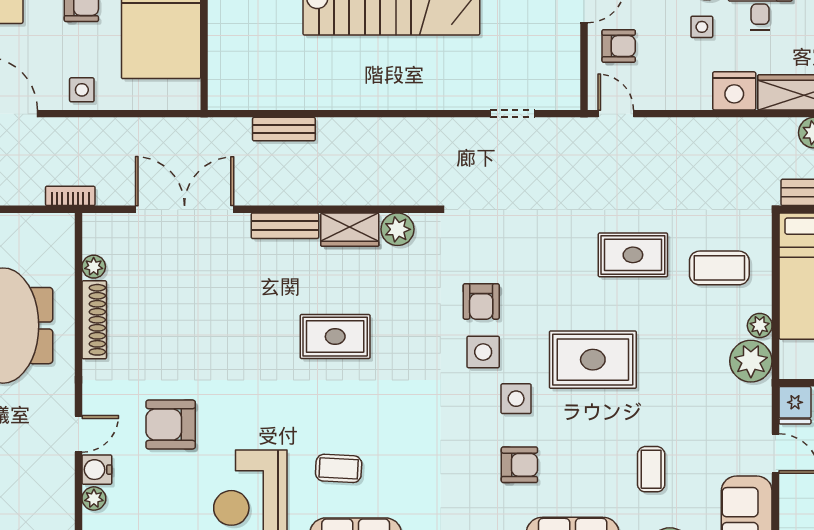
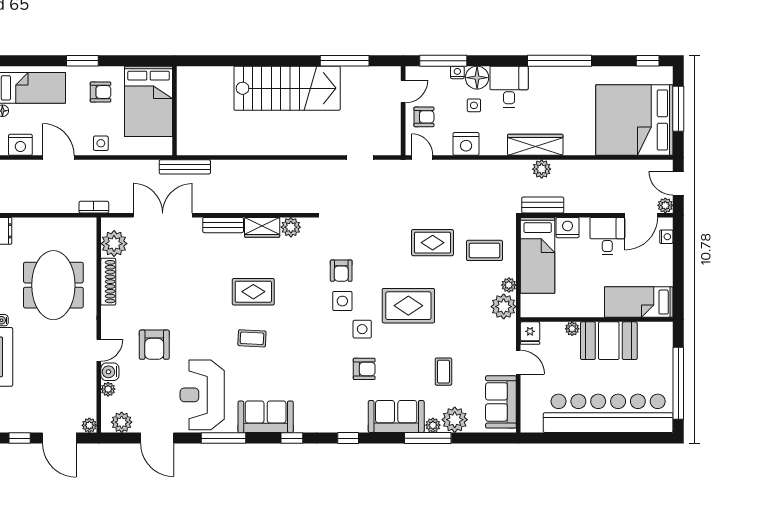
nightstand: (734, 91) -> (466, 144), moved
bench: (284, 129) -> (185, 167), moved, width x1.36
plant: (94, 267) -> (114, 244), width x1.88, depth x1.88
armchair: (171, 425) -> (154, 345), turned -90
coffee table: (339, 468) -> (252, 338), moved

